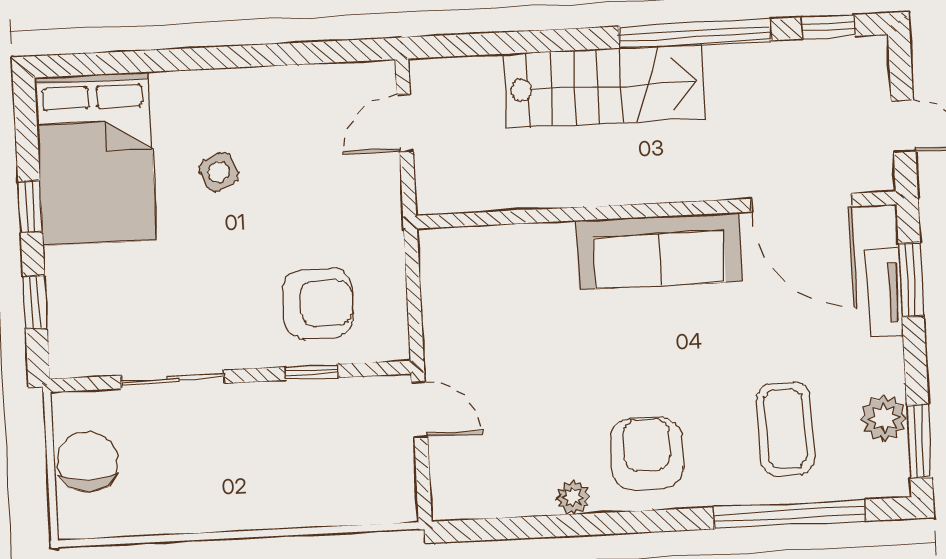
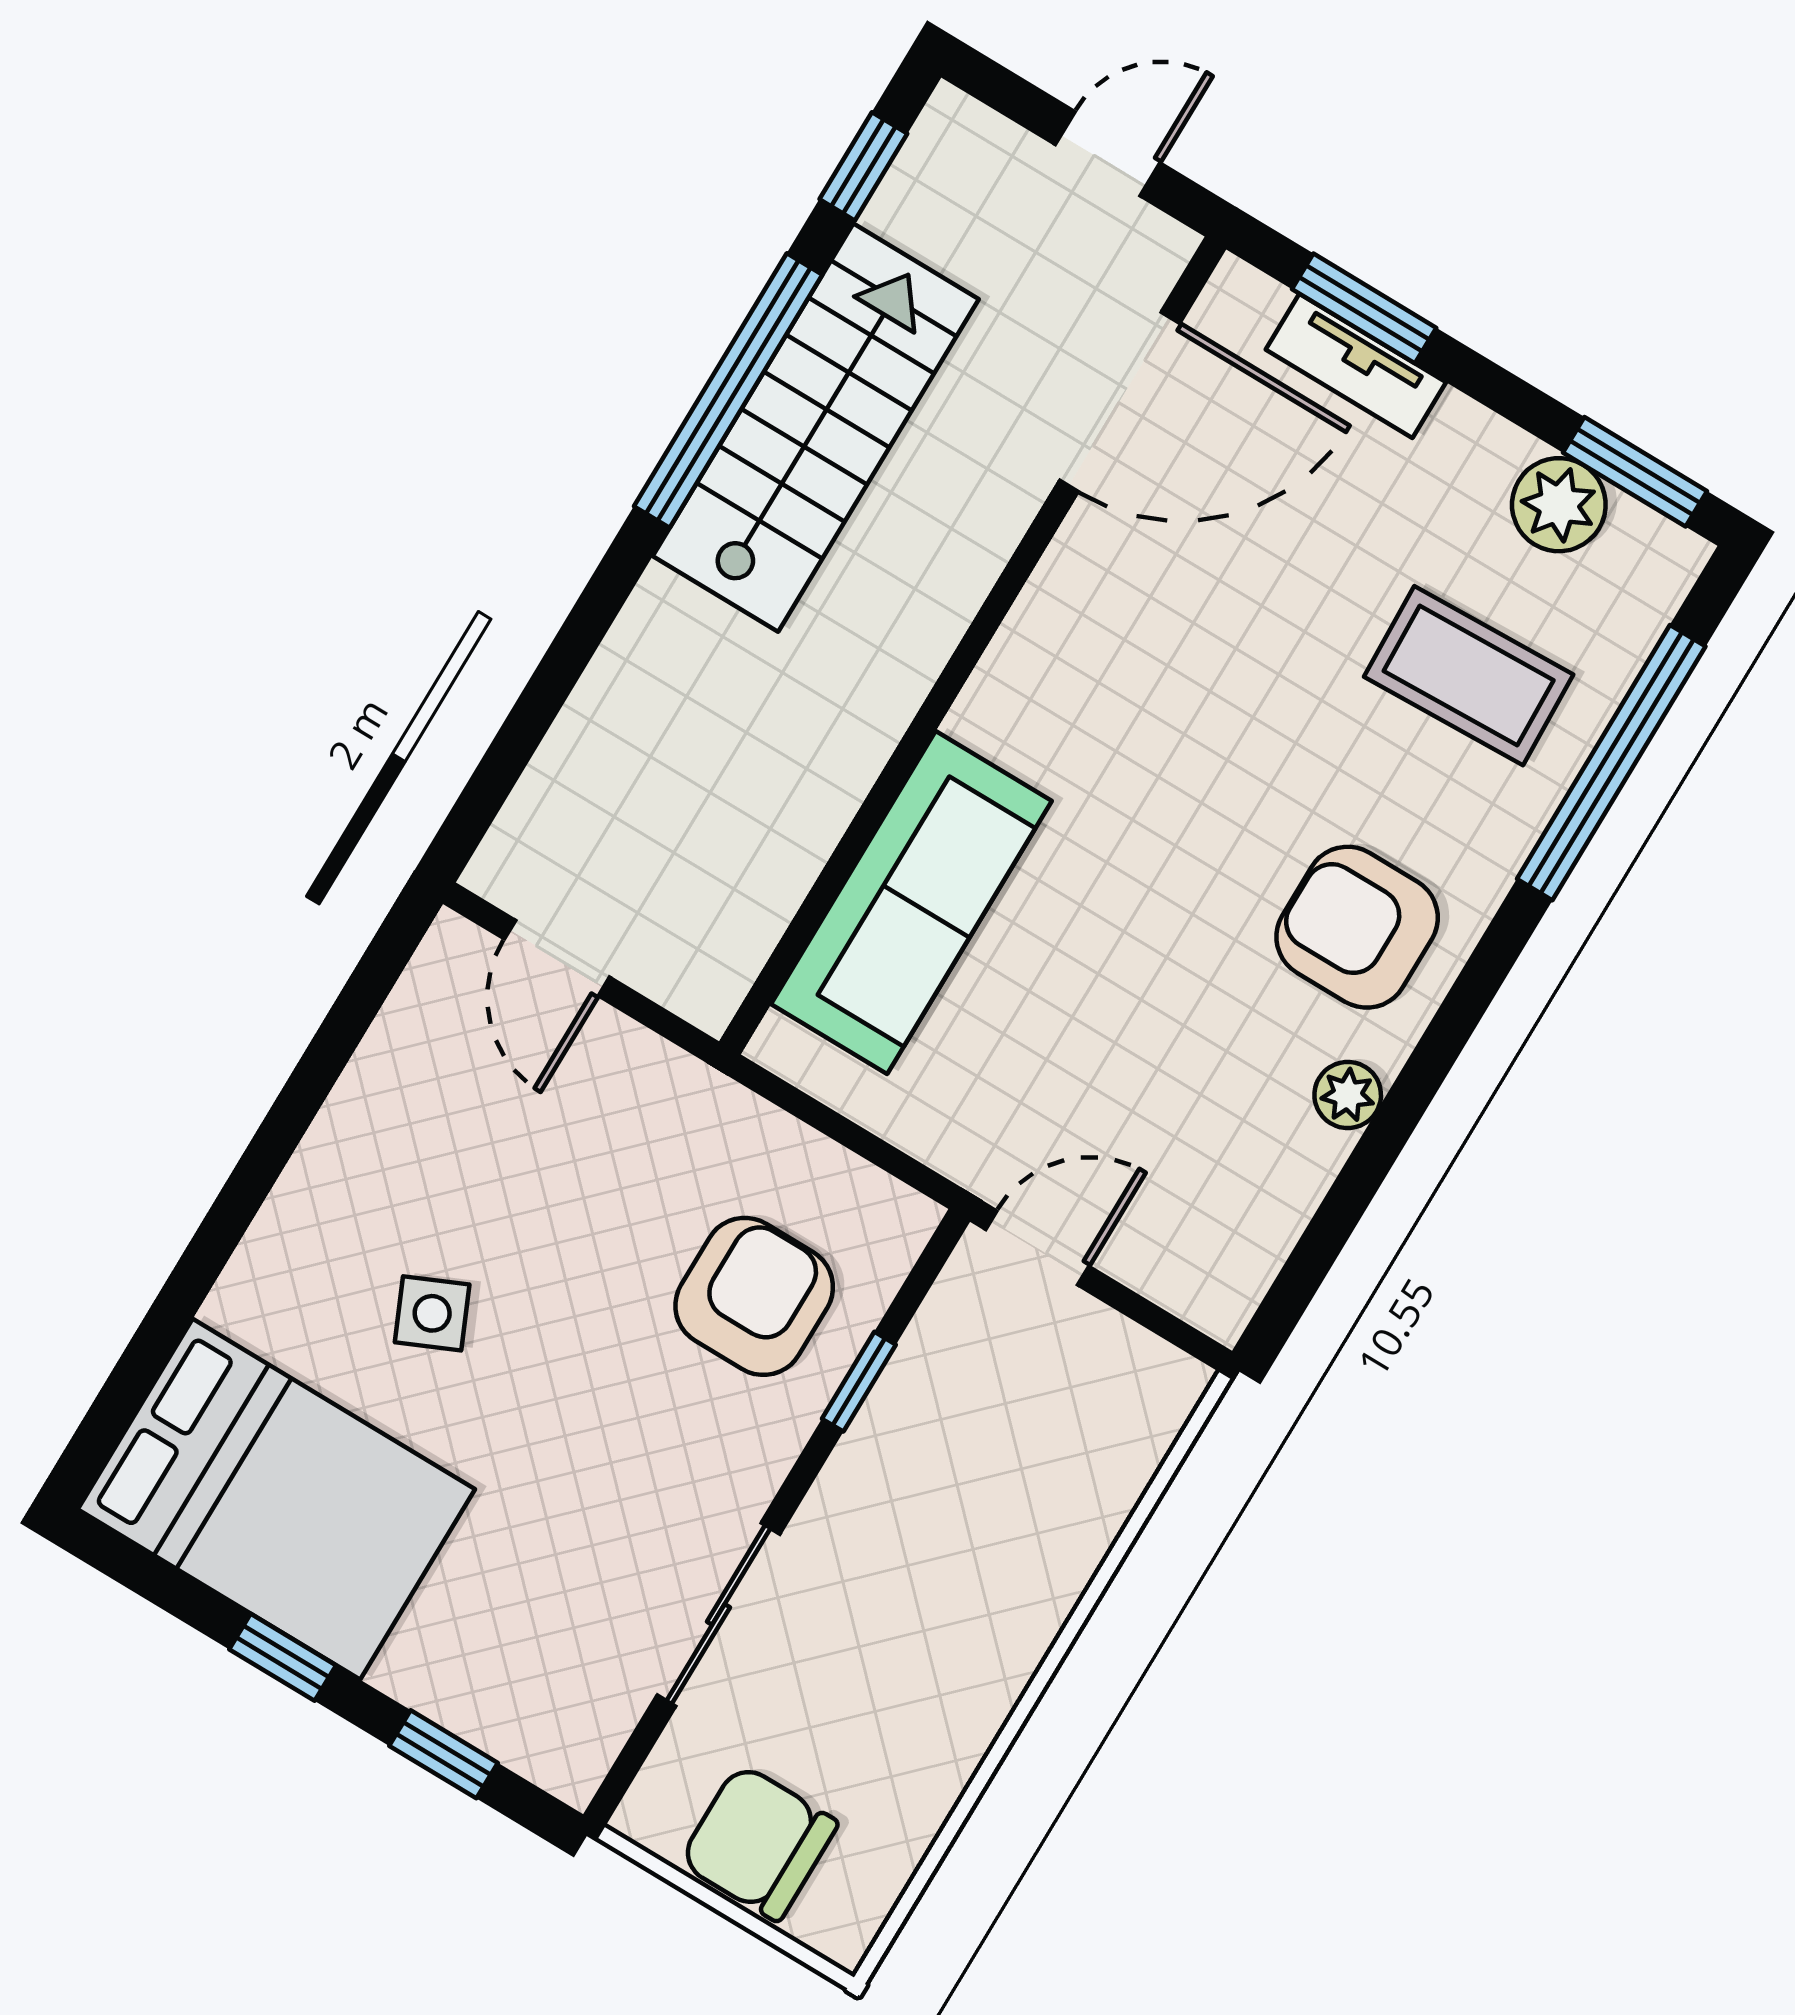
stairs: (604, 86) -> (816, 428), moved
sofa: (659, 251) -> (911, 902), moved

